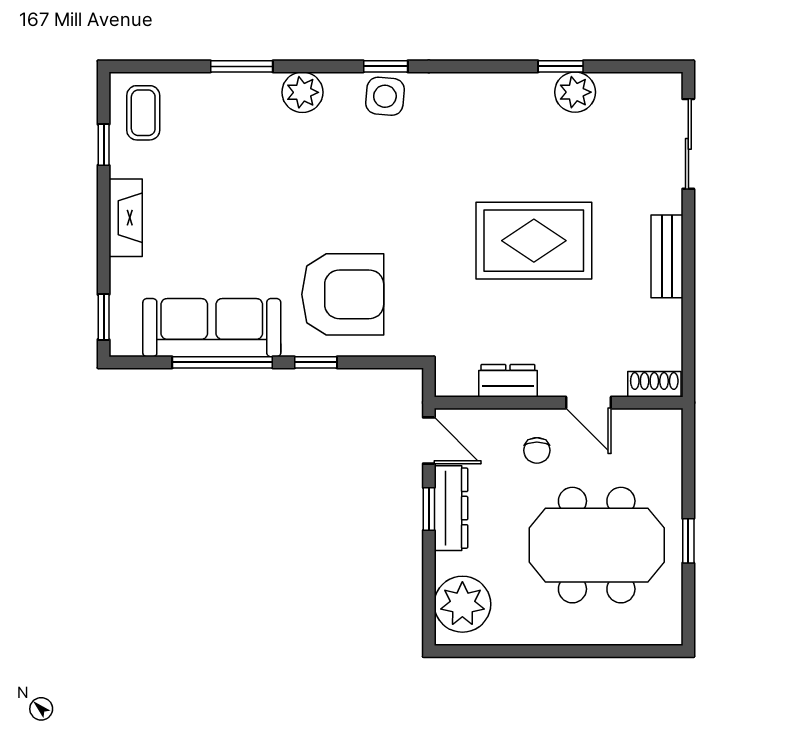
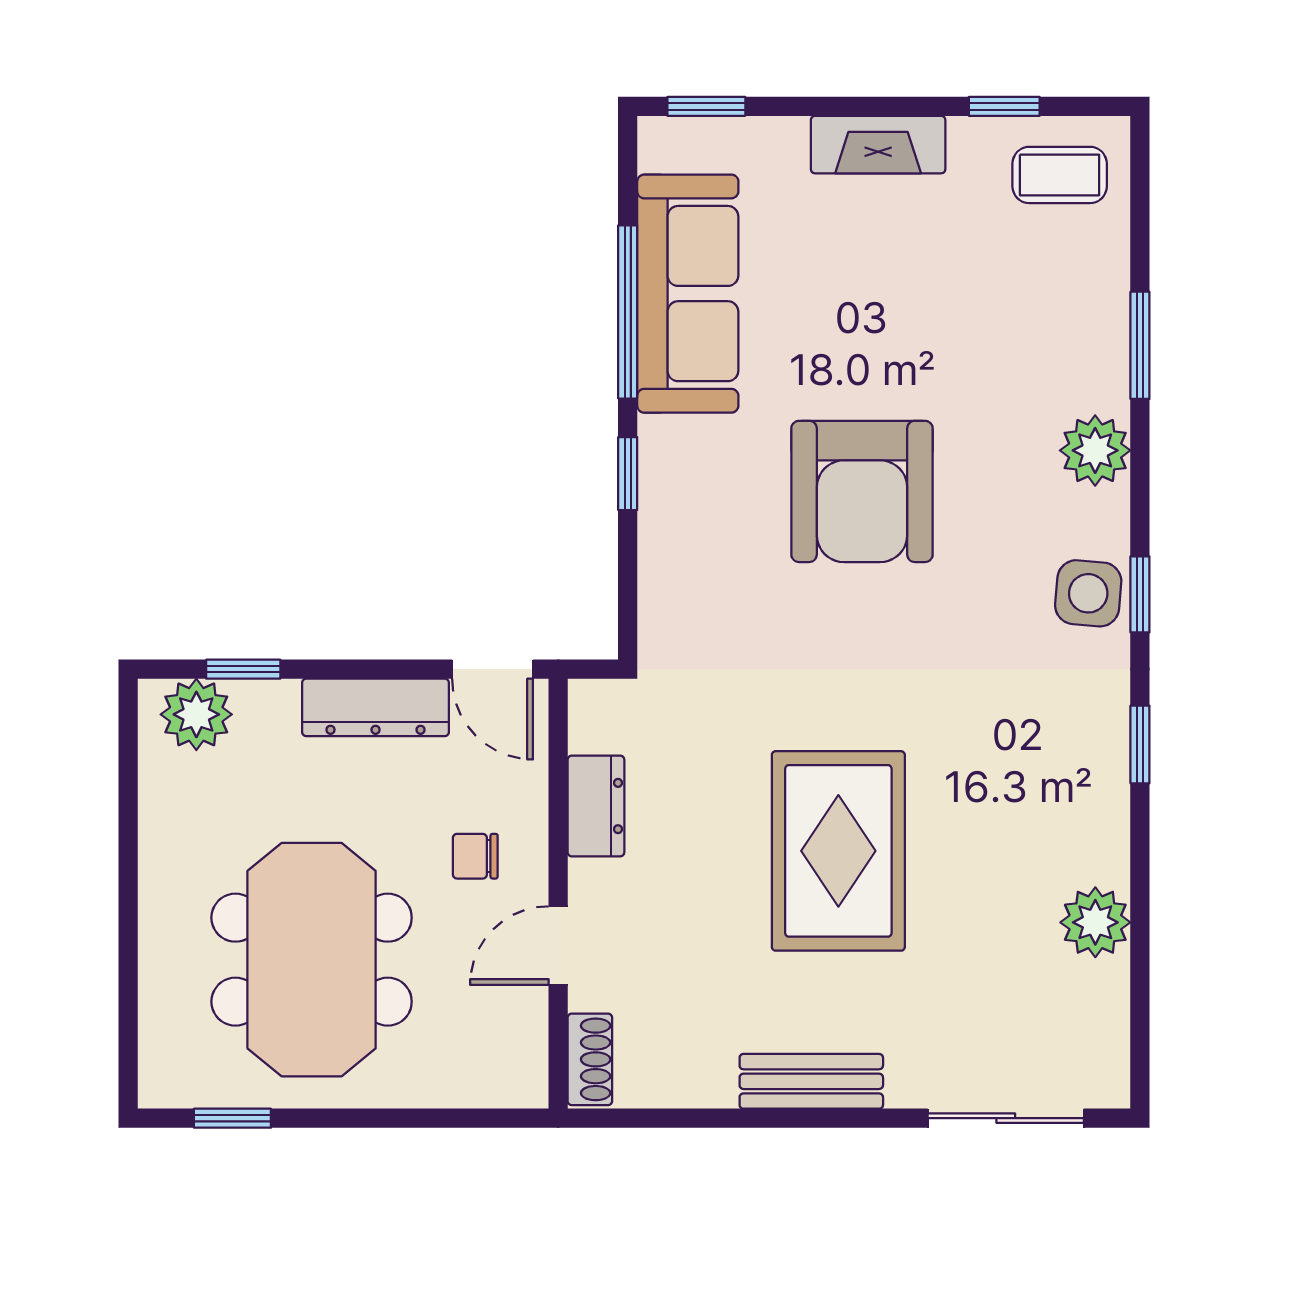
window: (561, 66) -> (1140, 744), moved
armchair: (343, 294) -> (862, 491), moved
door: (429, 440) -> (493, 669), hinge flipped
window: (429, 509) -> (243, 669), moved
window: (688, 541) -> (232, 1118), moved
plant: (462, 604) -> (196, 714), width x0.73, depth x0.73

